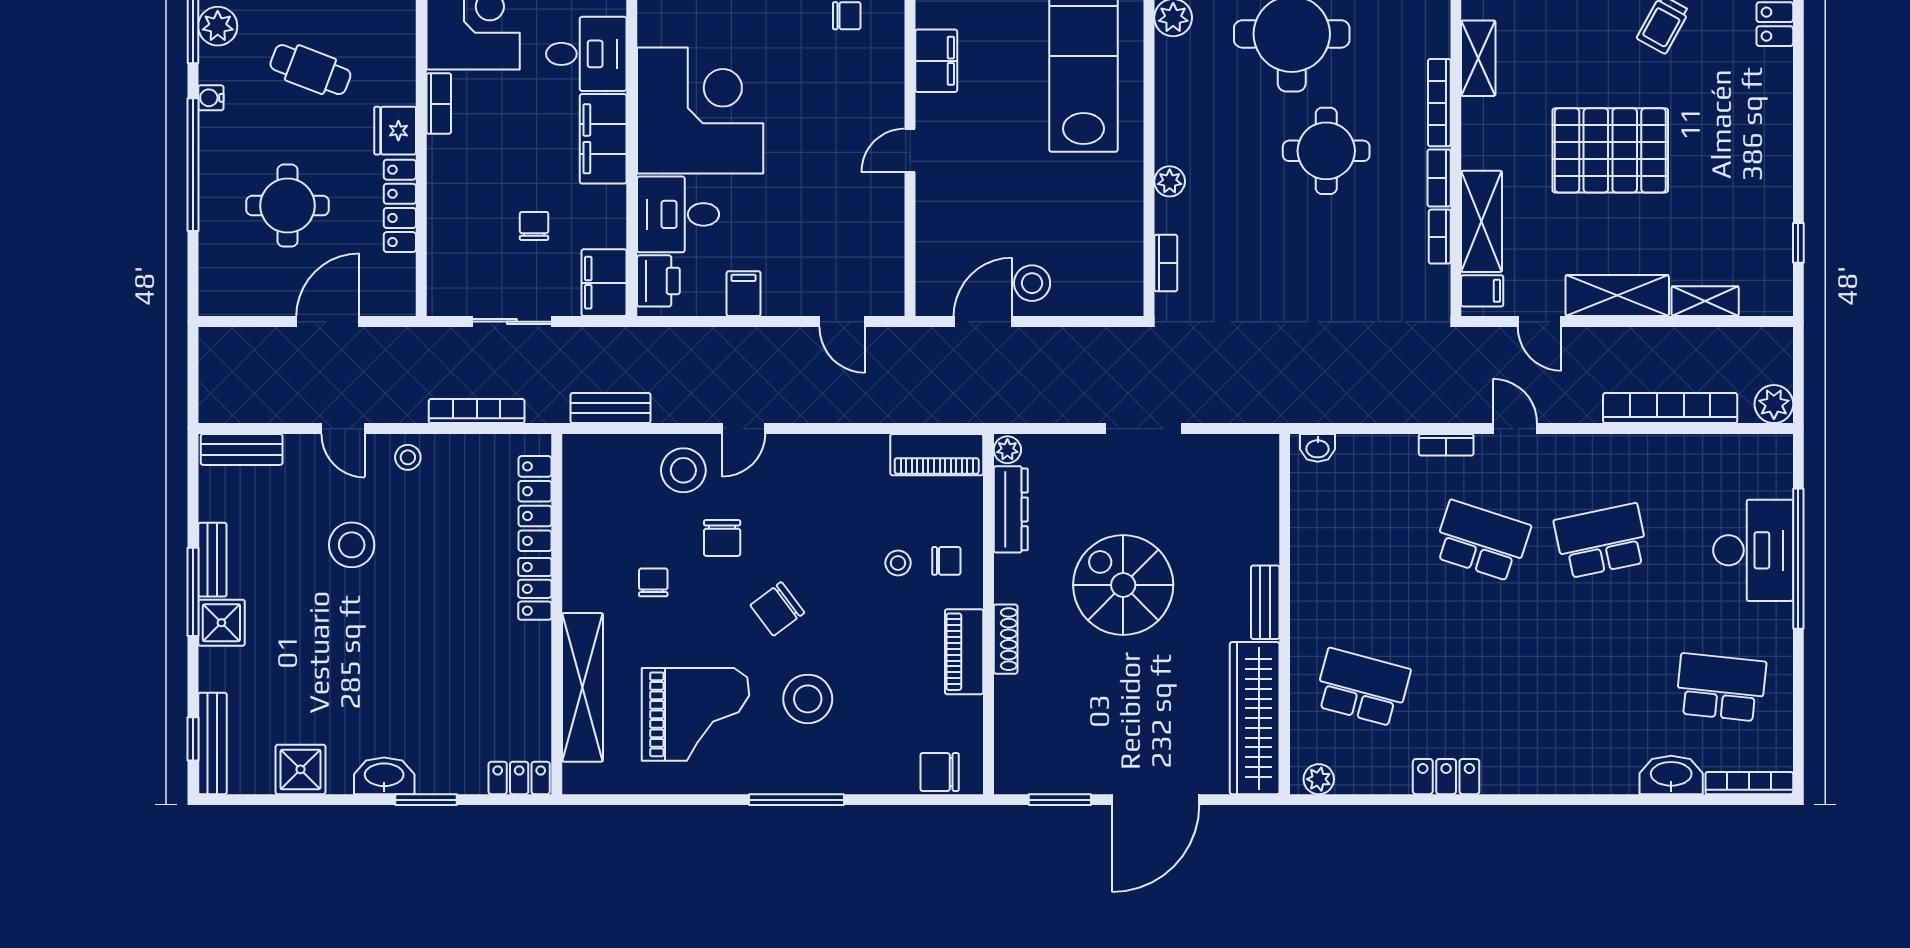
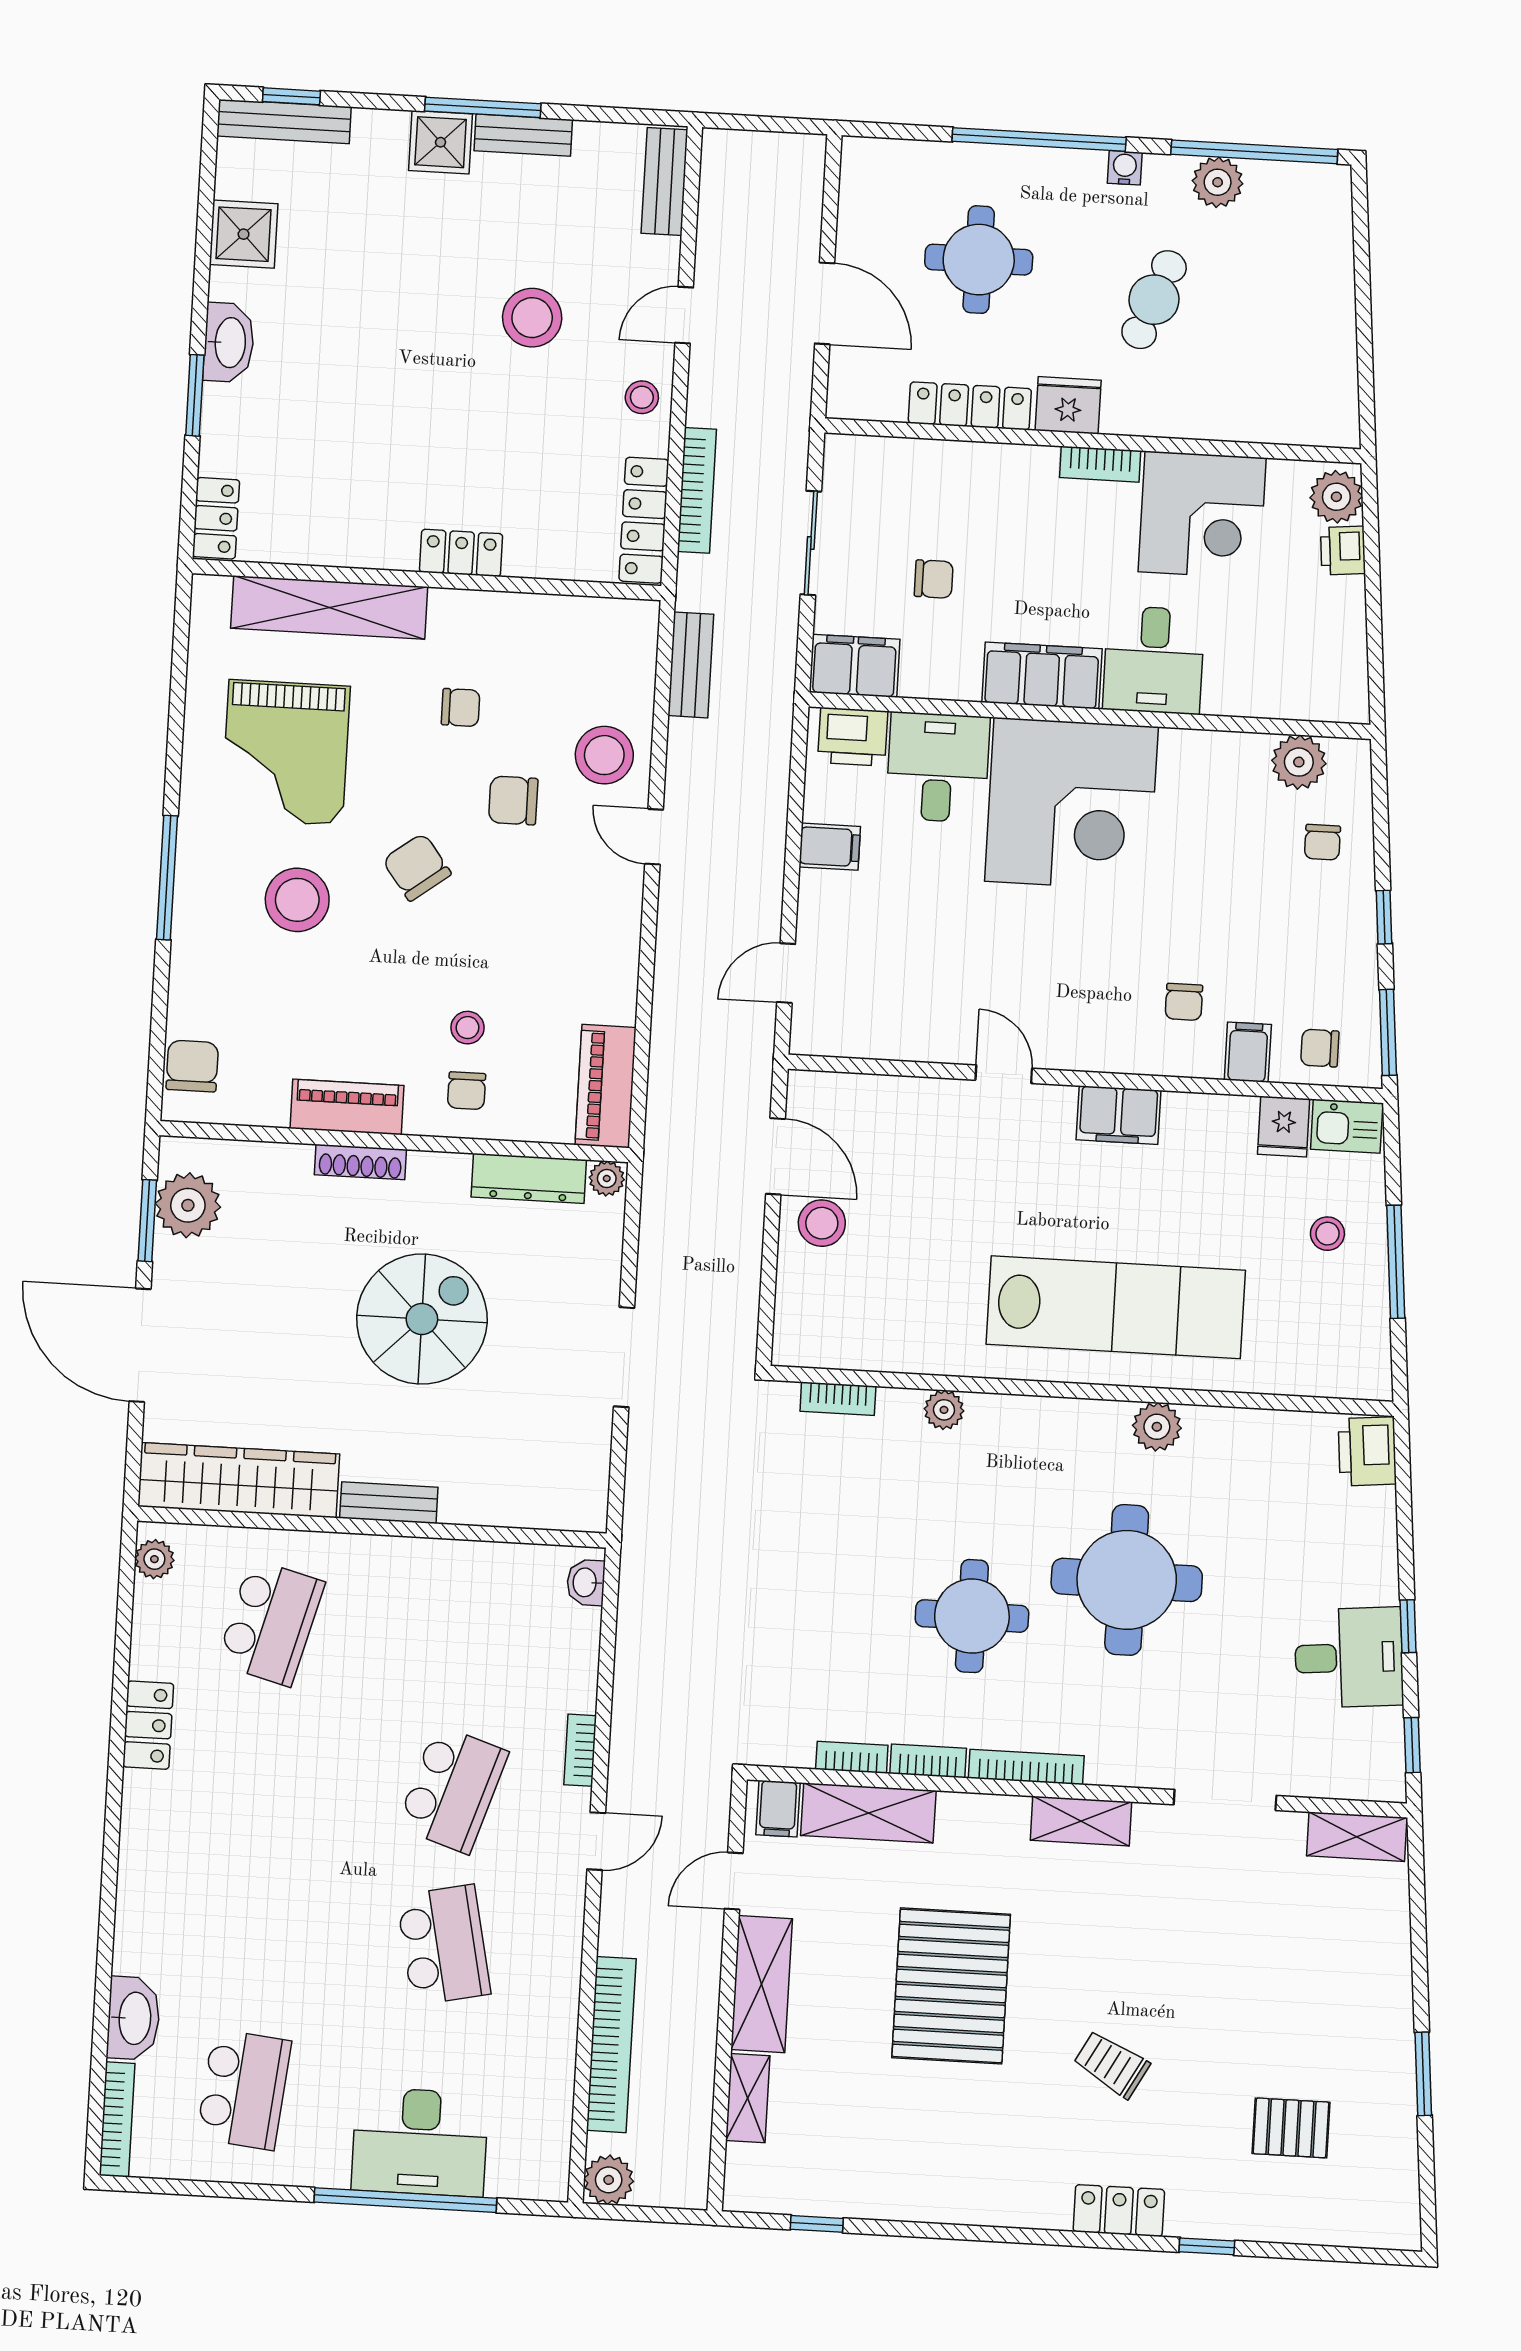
locker: (535, 504) -> (644, 520), moved, turned -90
plant: (1046, 769) -> (188, 1205), added

